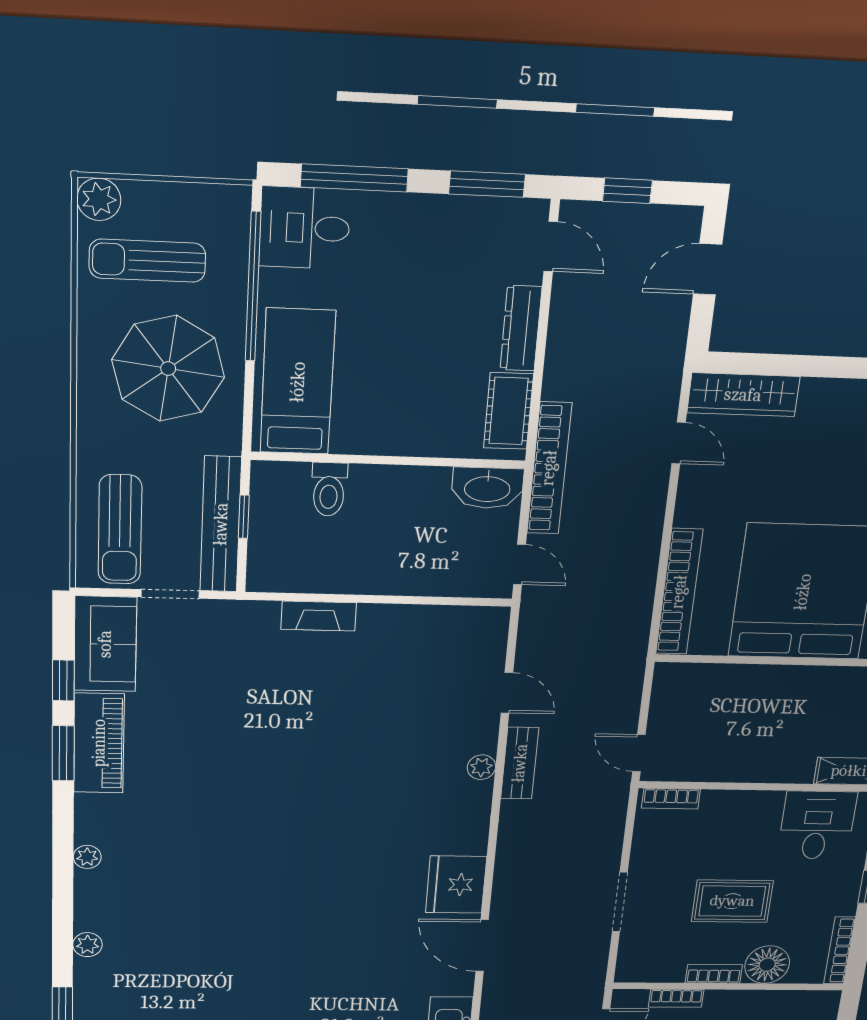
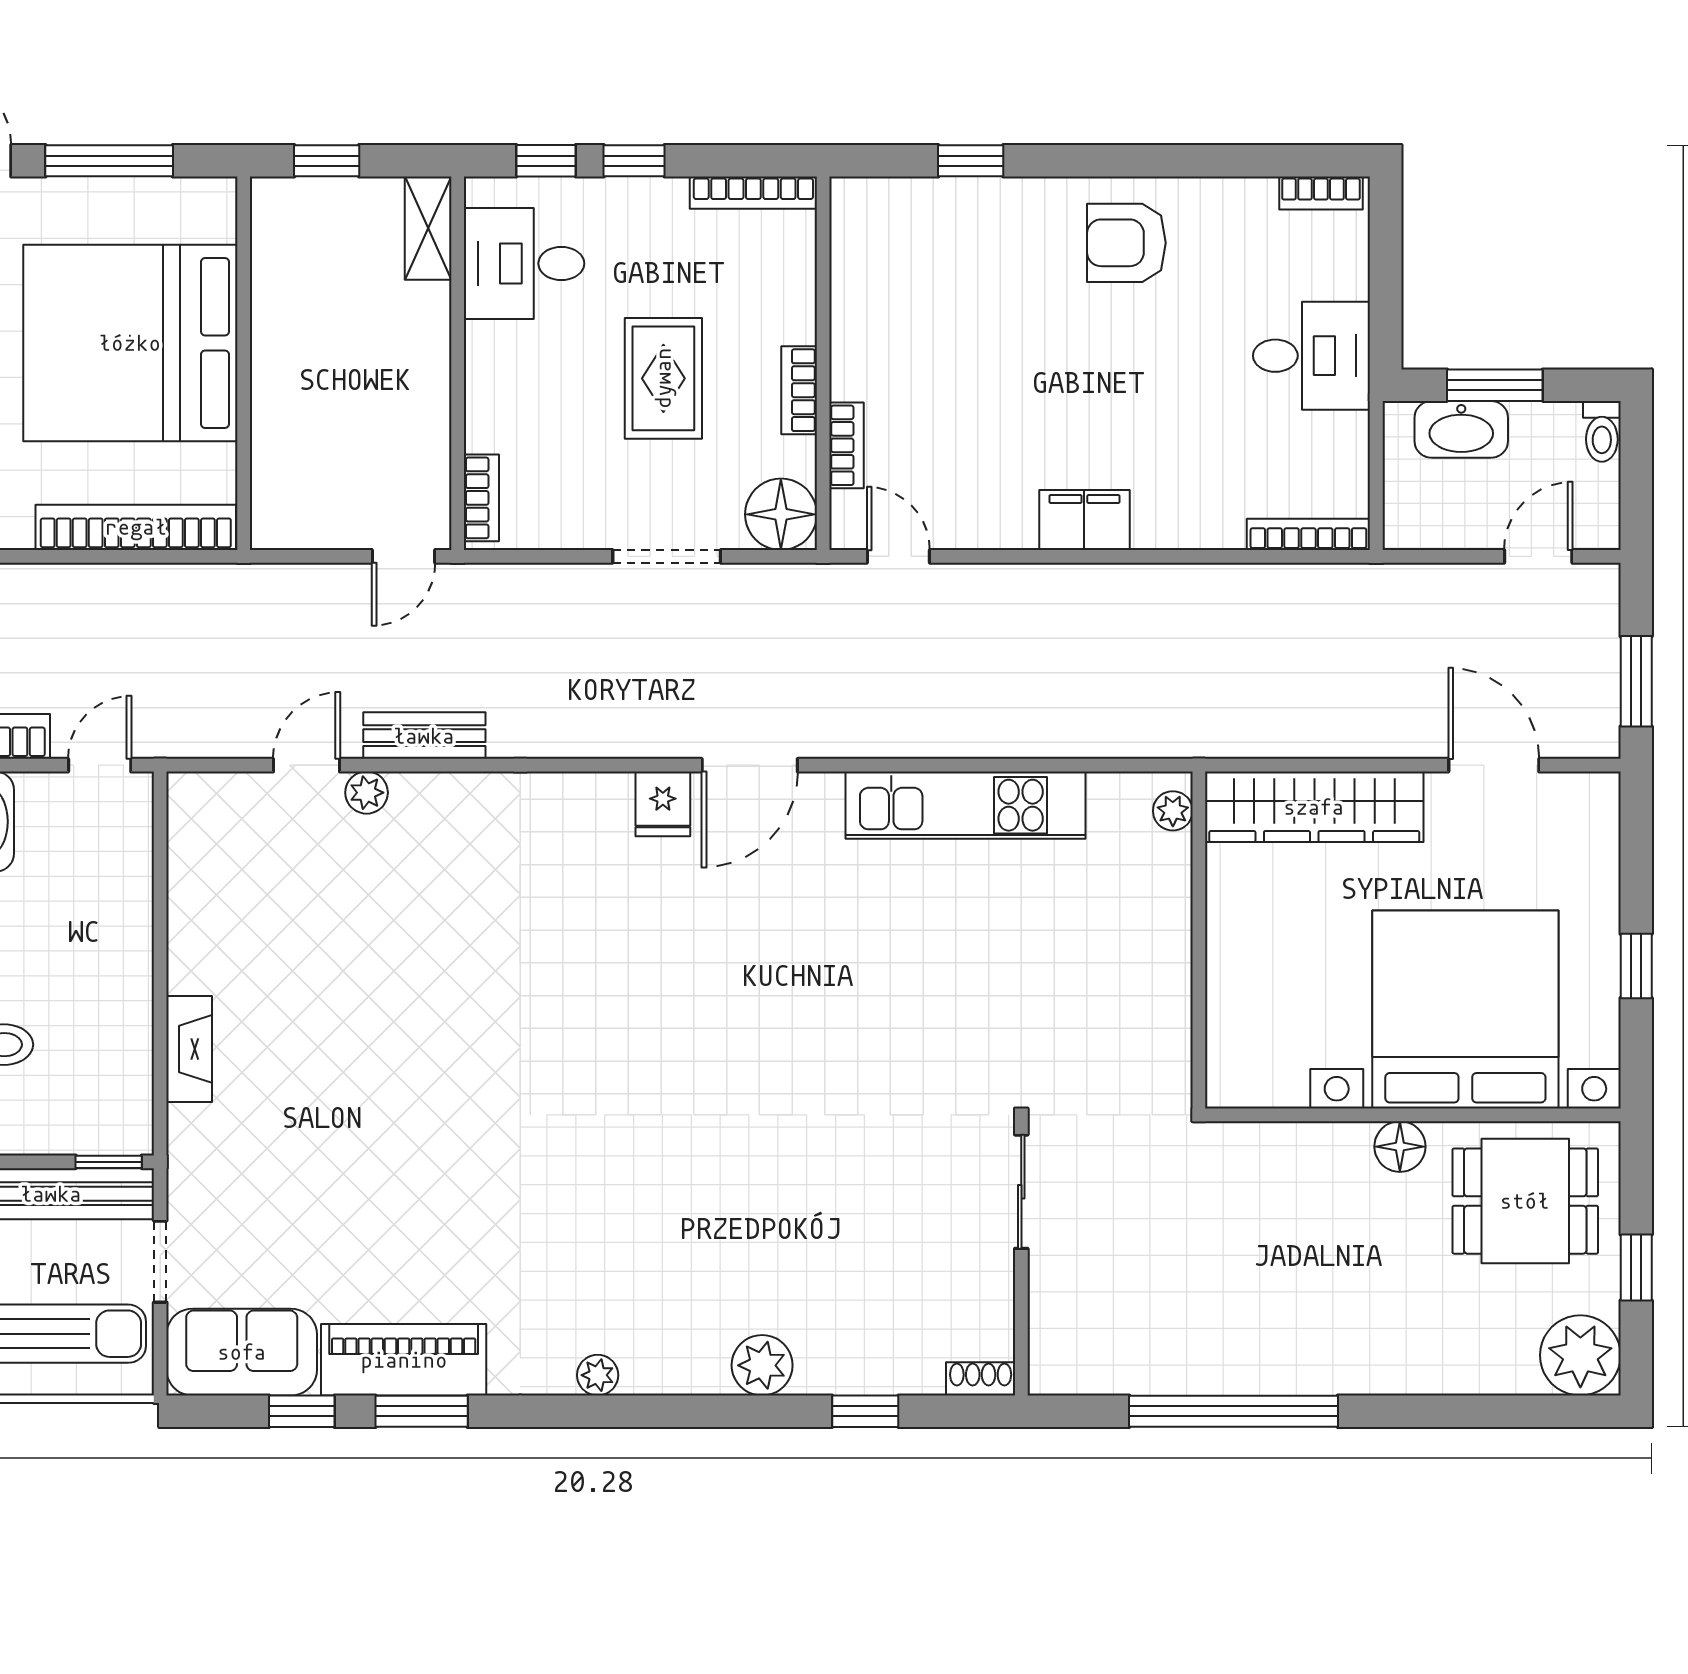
window: (244, 517) -> (109, 1162), moved
plant: (481, 767) -> (367, 793), moved
fridge: (456, 885) -> (663, 804), width x0.53, depth x0.75
plant: (88, 945) -> (762, 1365), width x1.38, depth x1.38
floor lamp: (767, 965) -> (781, 514), moved

